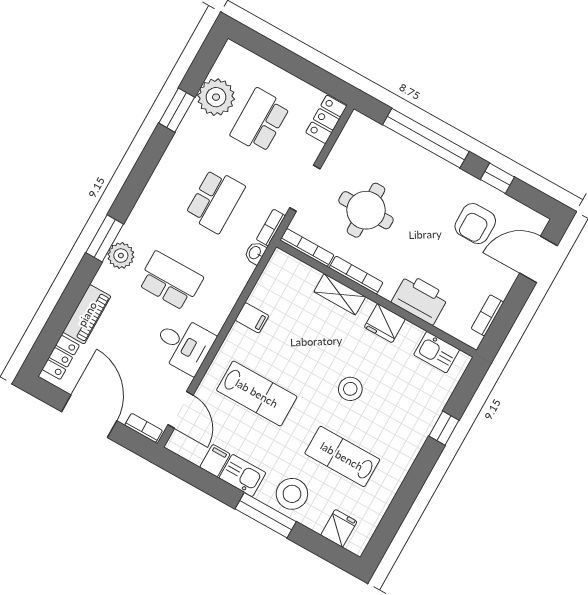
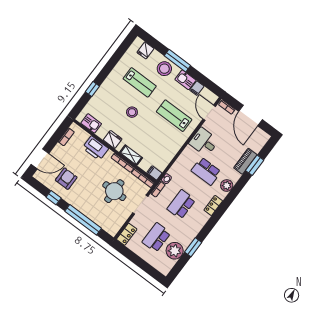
school desk: (260, 121) -> (156, 238), turned 180
window: (105, 238) -> (255, 165), moved
filing cabinet: (252, 318) -> (154, 173), moved
locker: (61, 357) -> (213, 205), moved

